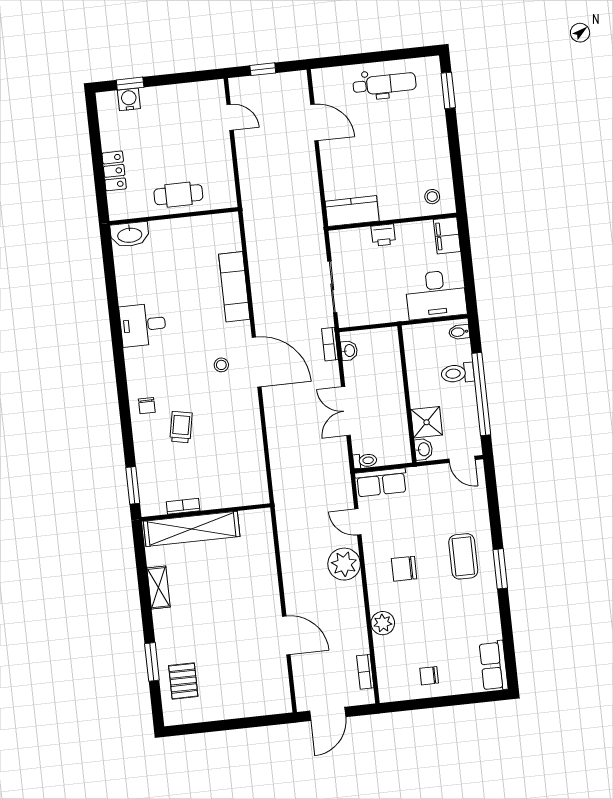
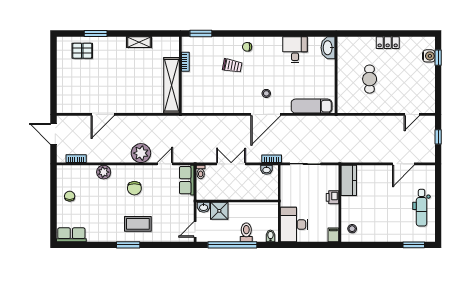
wall: (174, 216) -> (336, 75), moved
washbasin: (130, 235) -> (328, 48), moved
filing cabinet: (447, 236) -> (333, 235), width x0.50
shelving: (192, 529) -> (171, 85), moved
chair: (404, 569) -> (134, 188), turned 180

